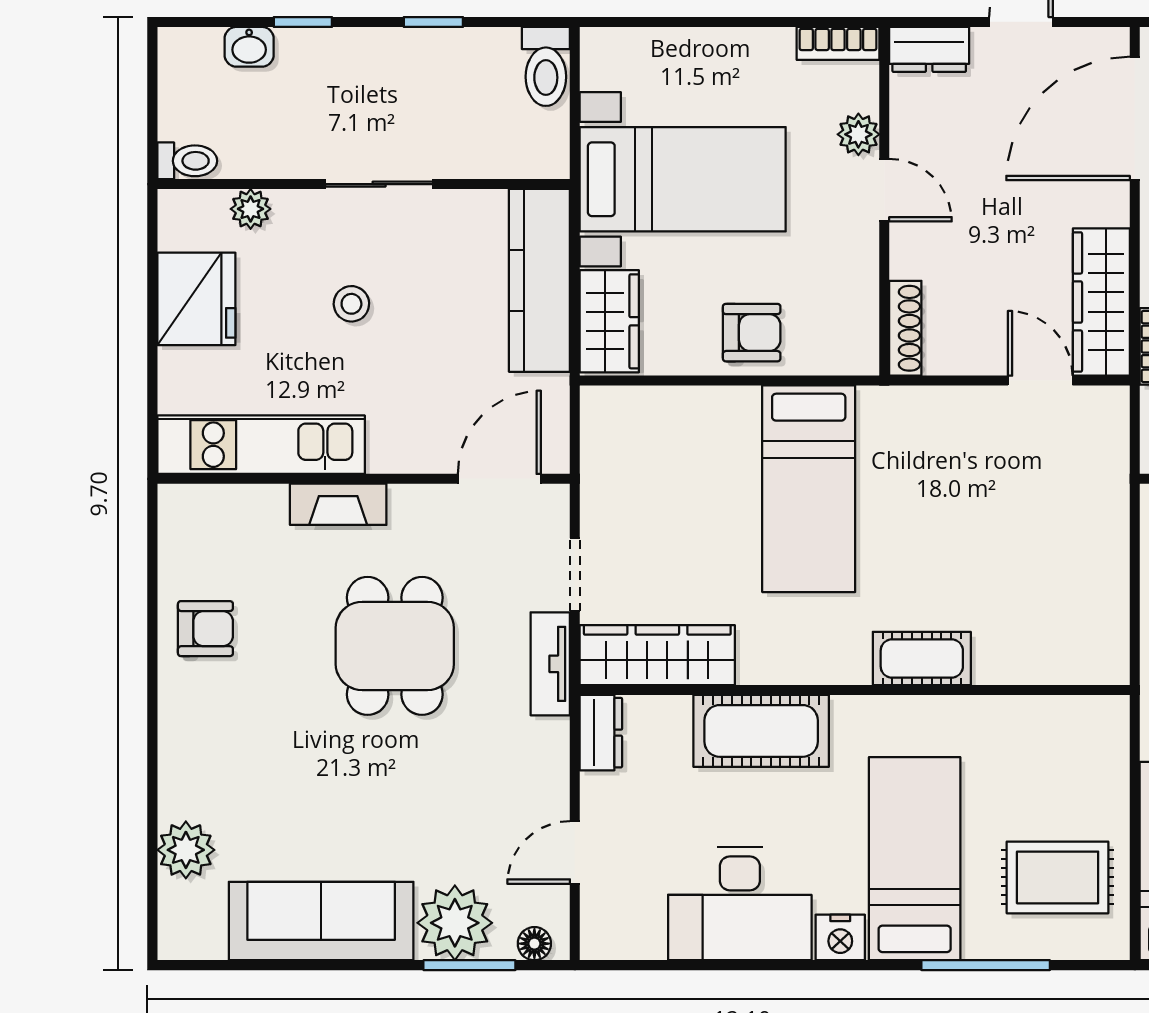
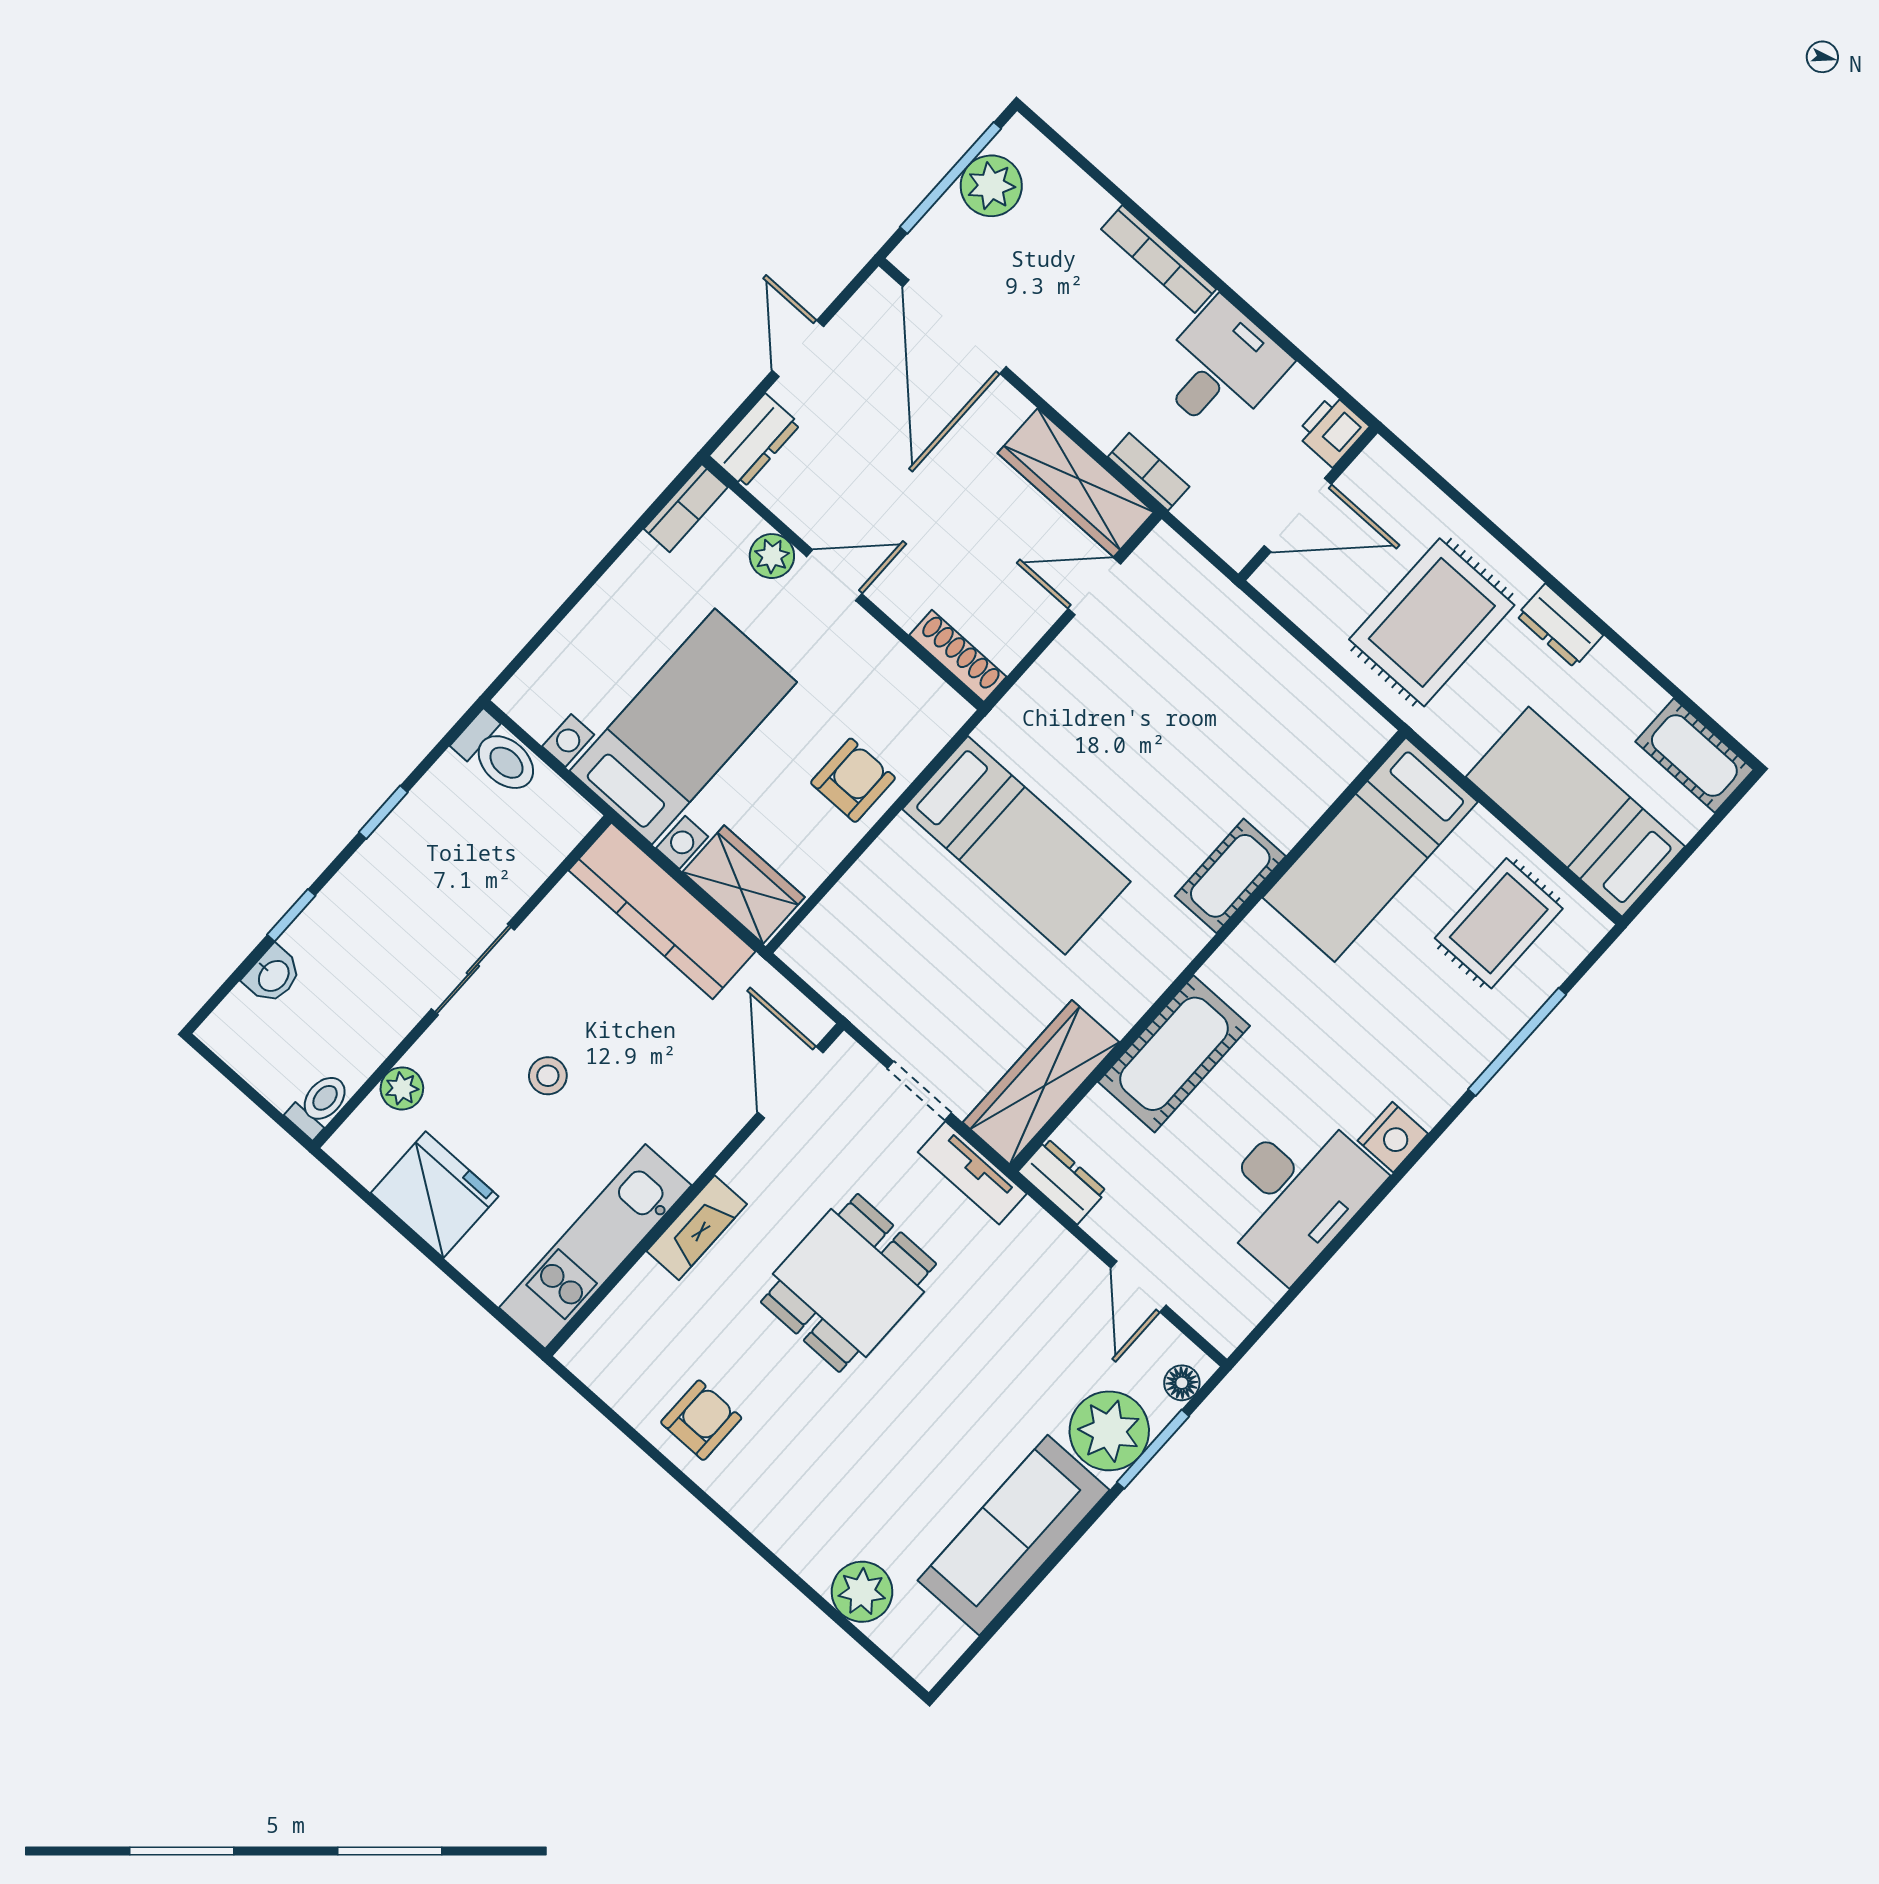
dining table: (395, 646) -> (848, 1283), turned 90
bed: (915, 859) -> (1370, 850), moved, turned -90

